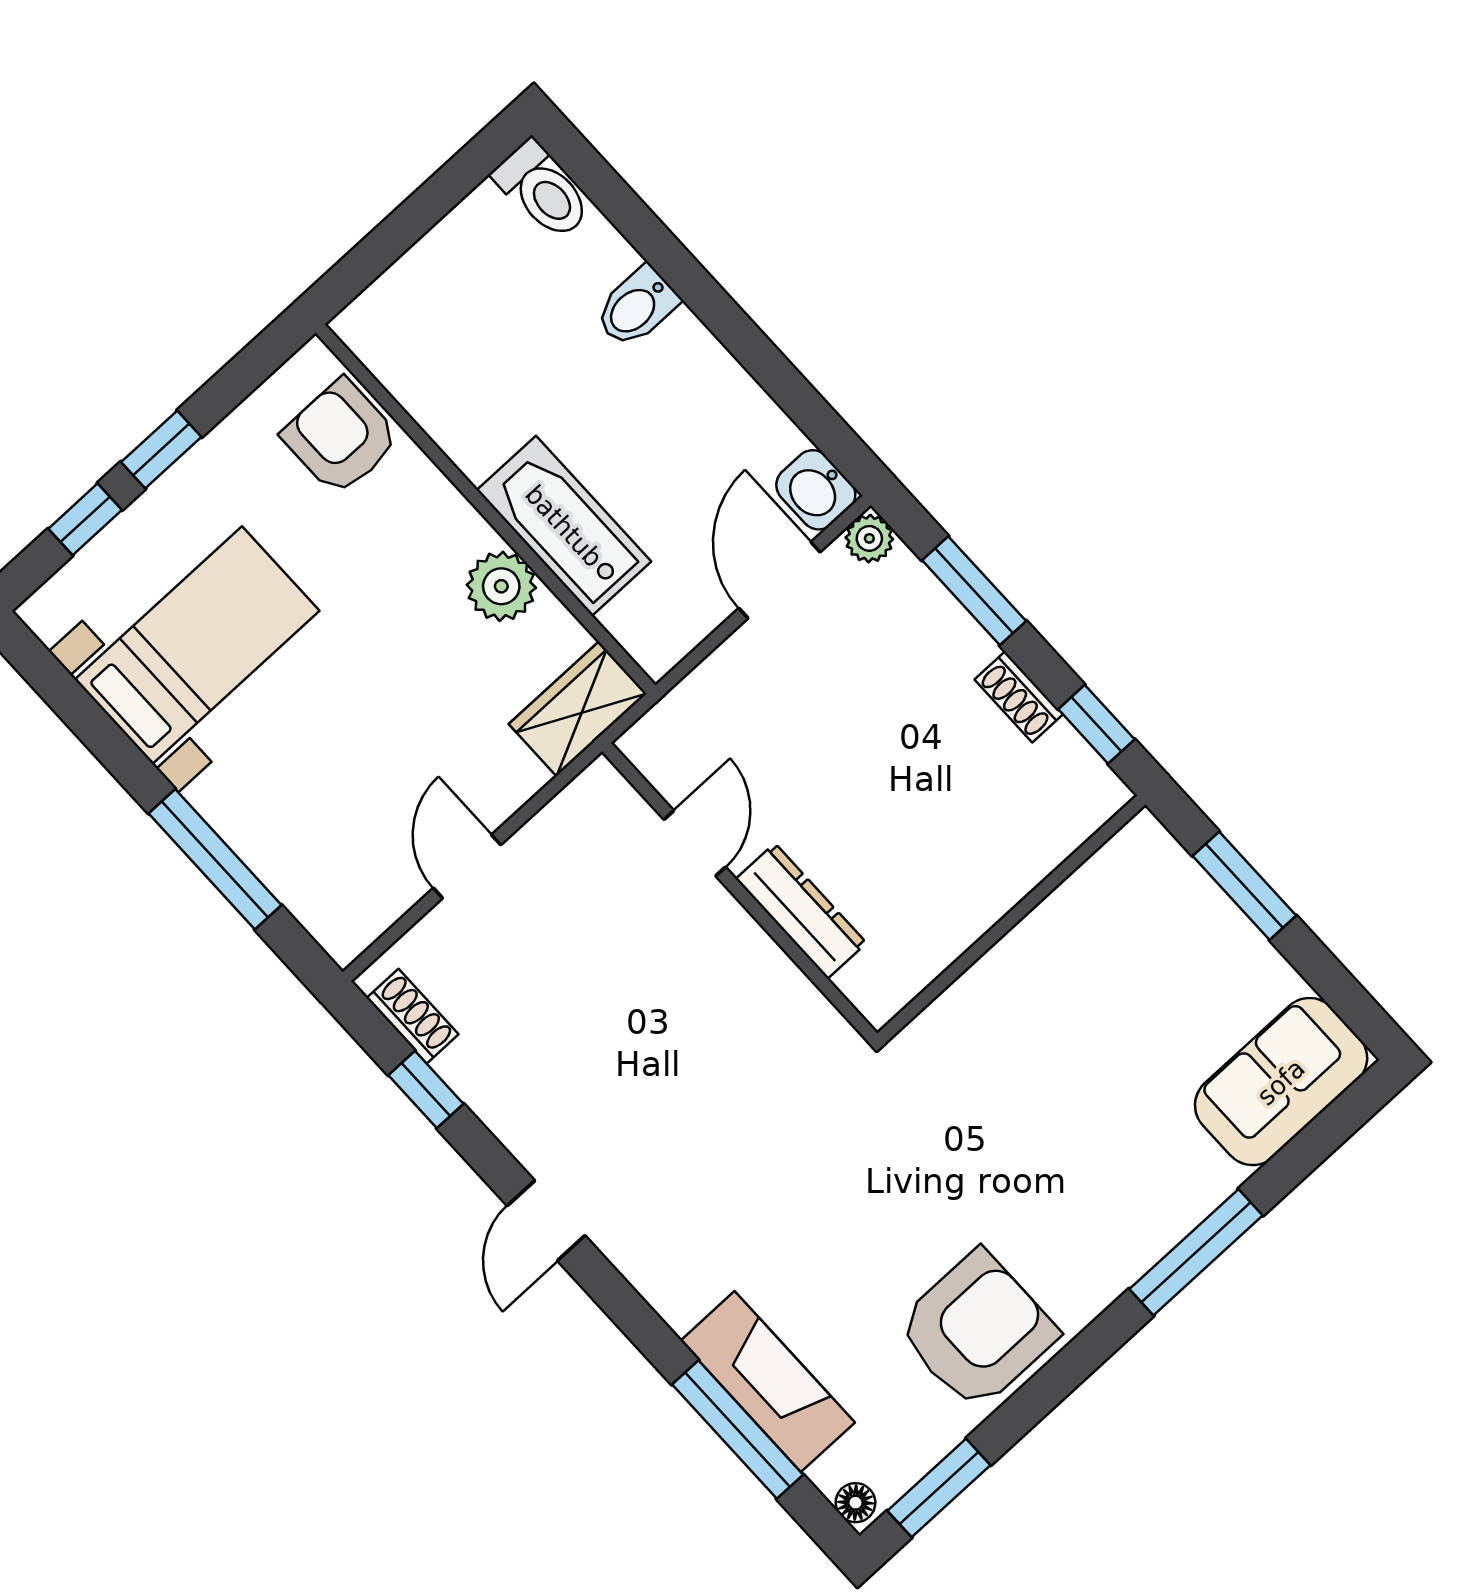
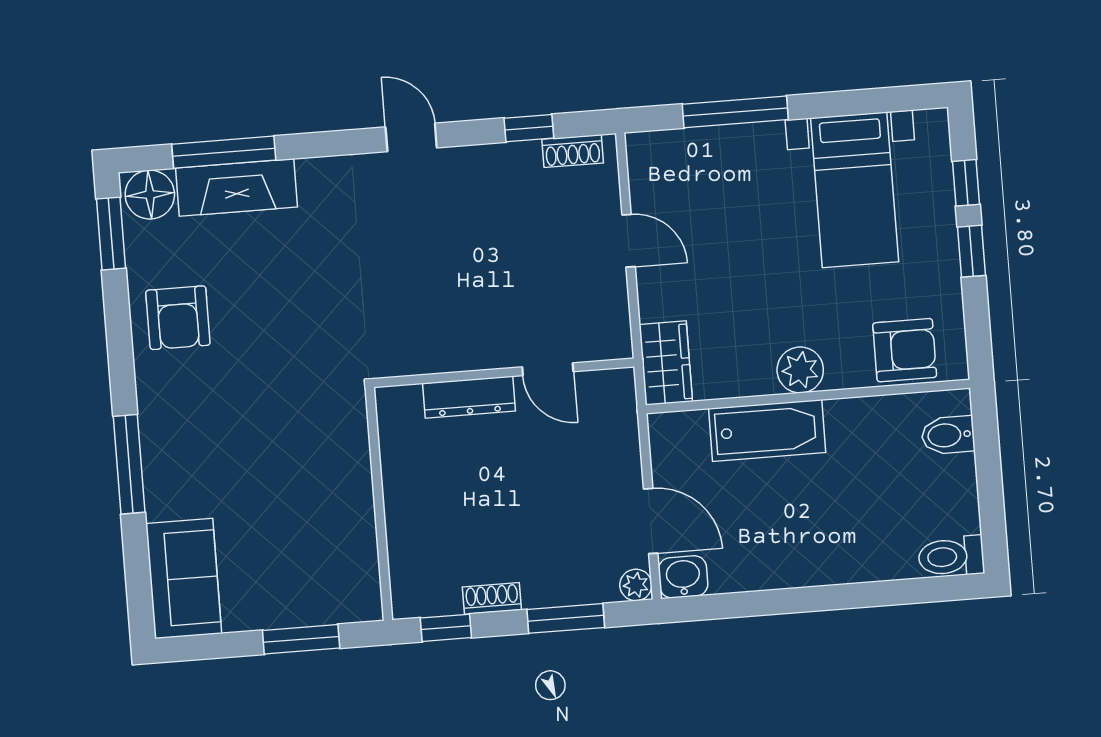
bidet: (637, 307) -> (948, 435), moved, turned -90
plant: (501, 586) -> (800, 370), moved
armchair: (977, 1330) -> (178, 318), width x0.73, depth x0.73
floor lamp: (855, 1503) -> (150, 195), width x1.89, depth x1.89

